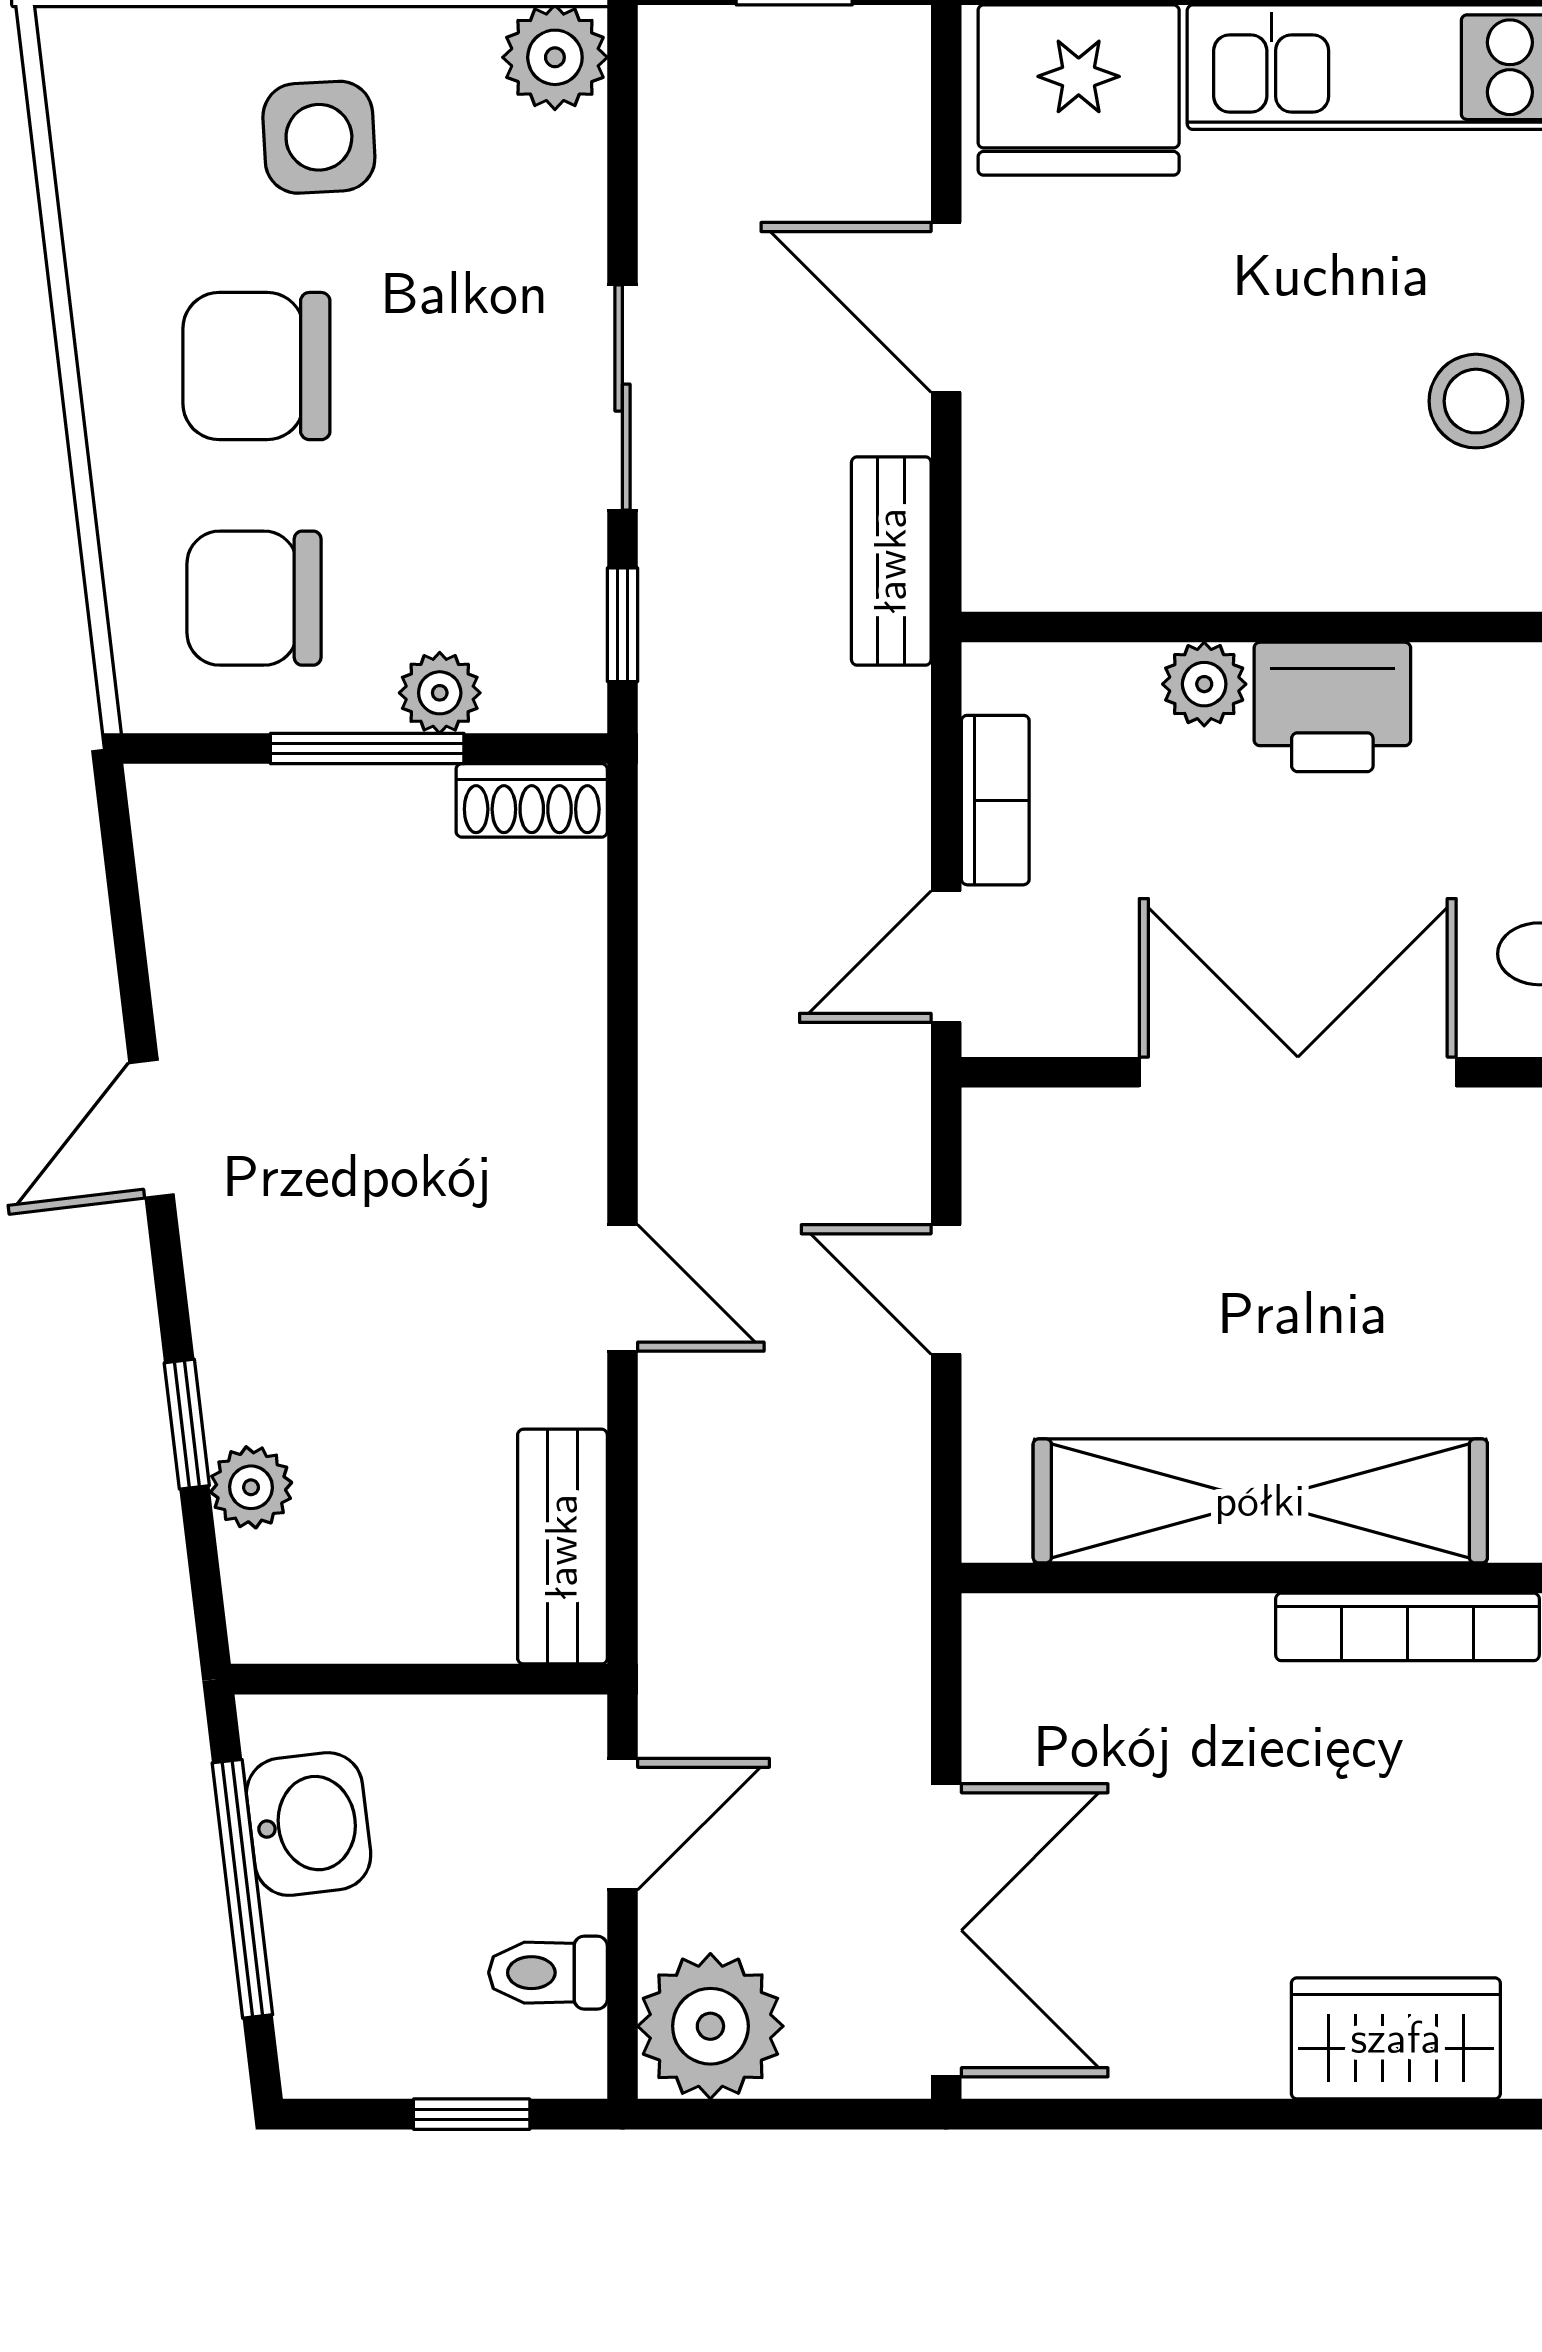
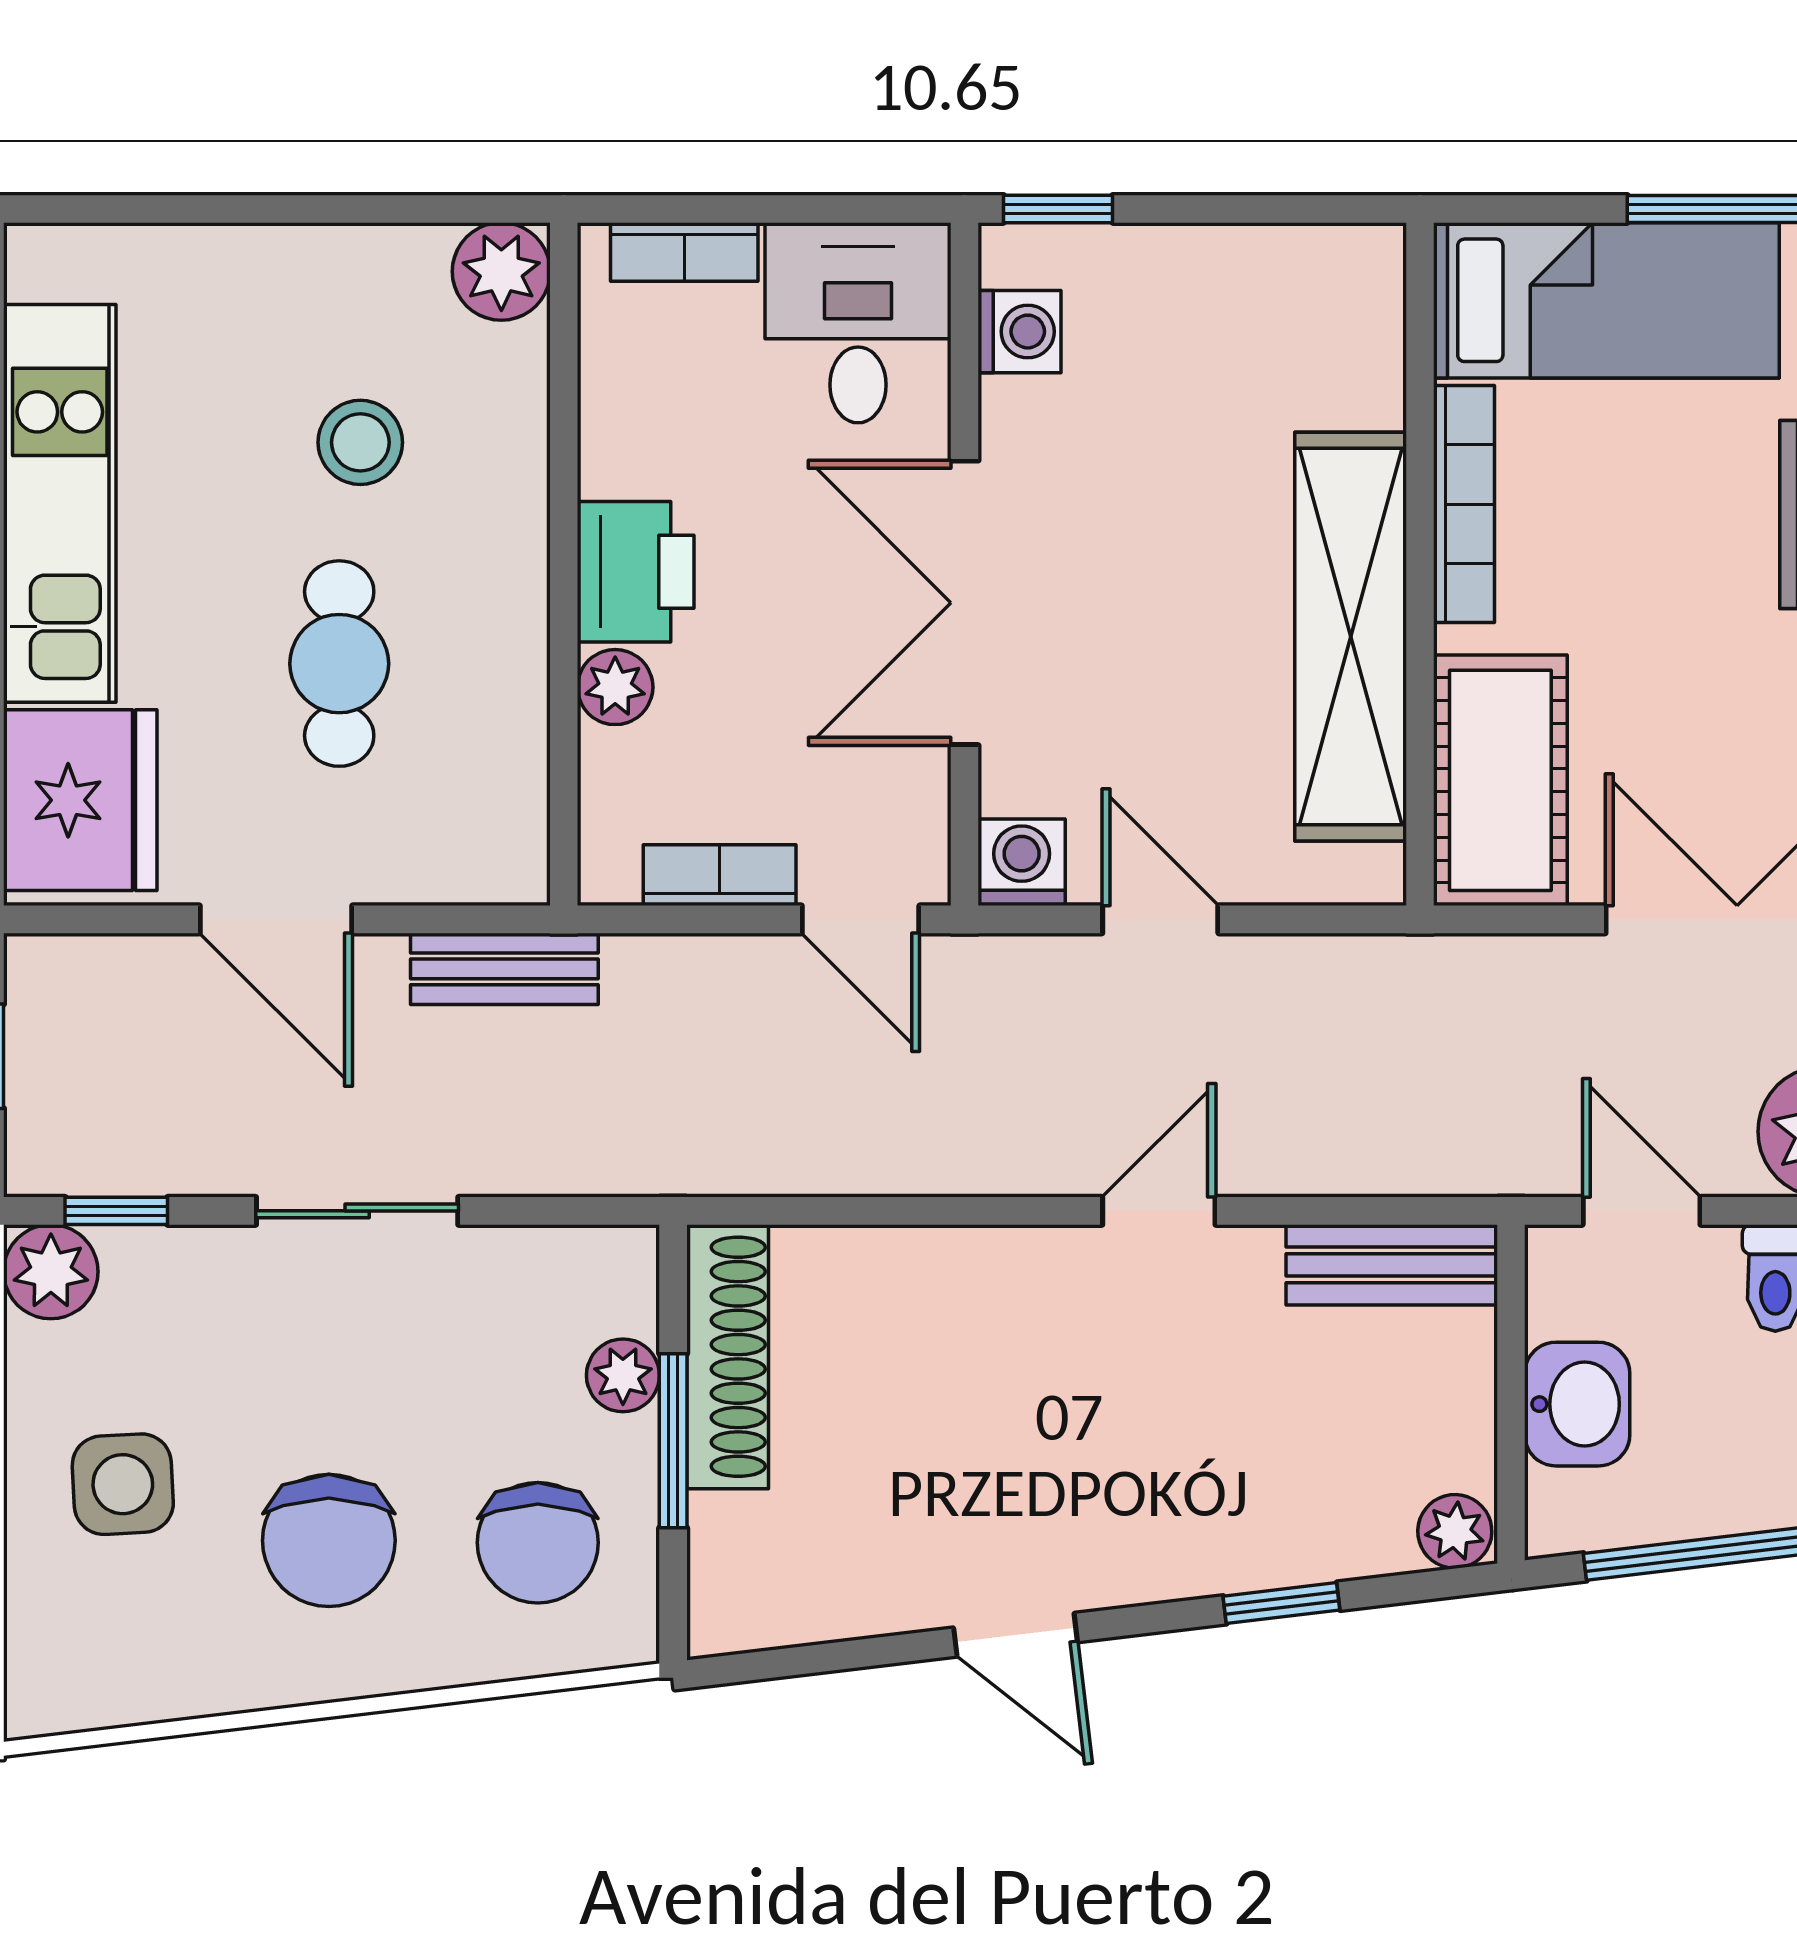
door: (946, 307) -> (276, 919), hinge flipped
cafe table: (1230, 378) -> (339, 664), added
window: (622, 625) -> (116, 1211), moved
shoe rack: (532, 800) -> (728, 1357), width x1.94, depth x1.24
washing machine: (1010, 1136) -> (1022, 862), added
door: (946, 1290) -> (1160, 919), swing flipped
plant: (251, 1487) -> (1455, 1531), moved
cot: (1101, 1667) -> (1500, 780), added
washbasin: (309, 1824) -> (1577, 1404), moved, turned 97

